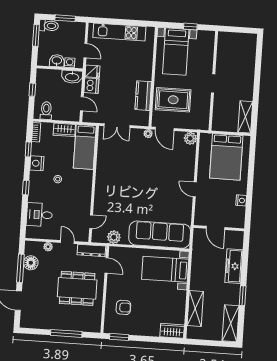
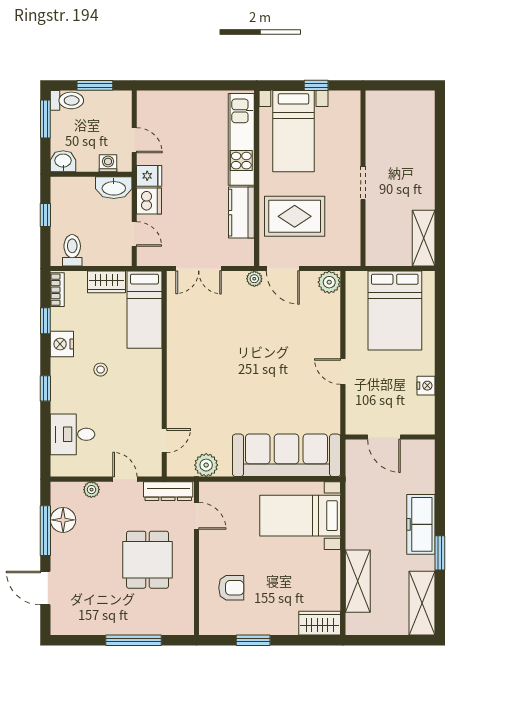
kitchen unit: (119, 32) -> (241, 139), moved, turned 90
washbasin: (57, 61) -> (63, 161), moved
freezer: (234, 266) -> (421, 524), moved
dining table: (77, 288) -> (148, 560), width x0.73
window: (119, 337) -> (253, 640), moved

